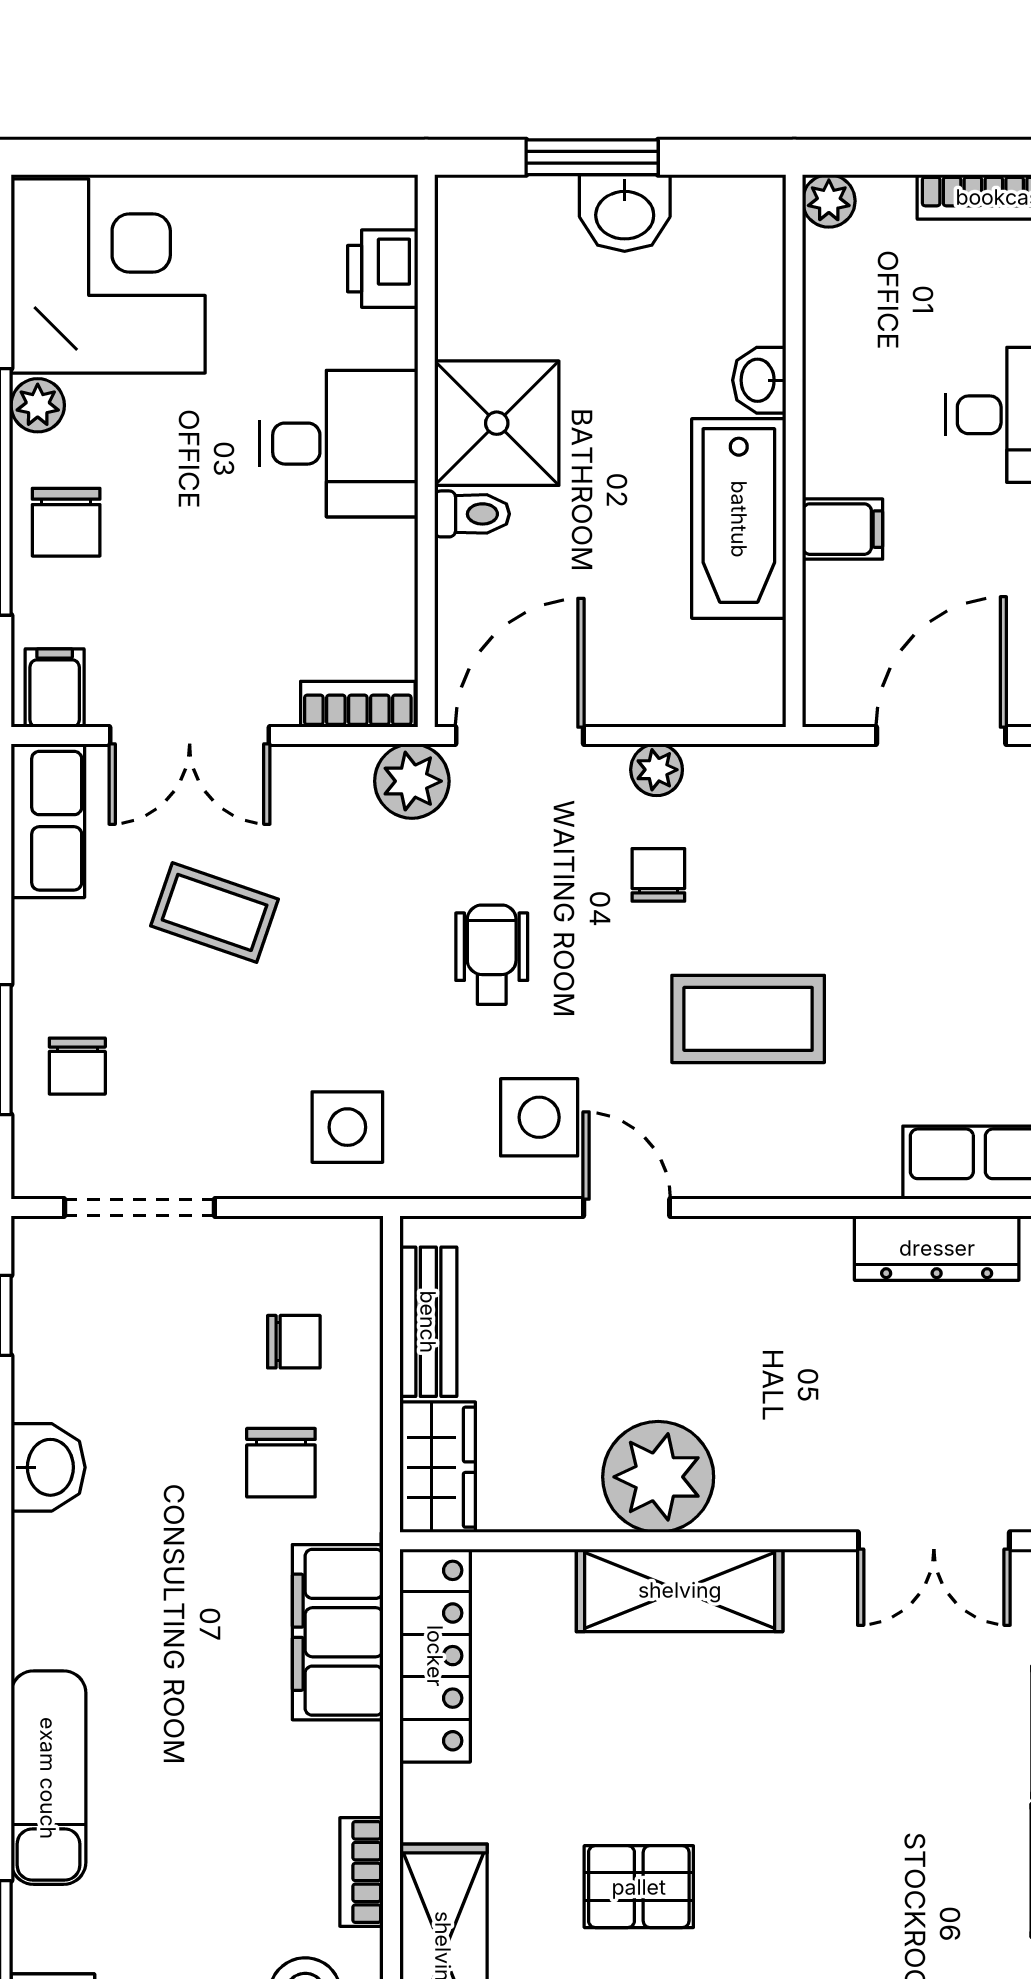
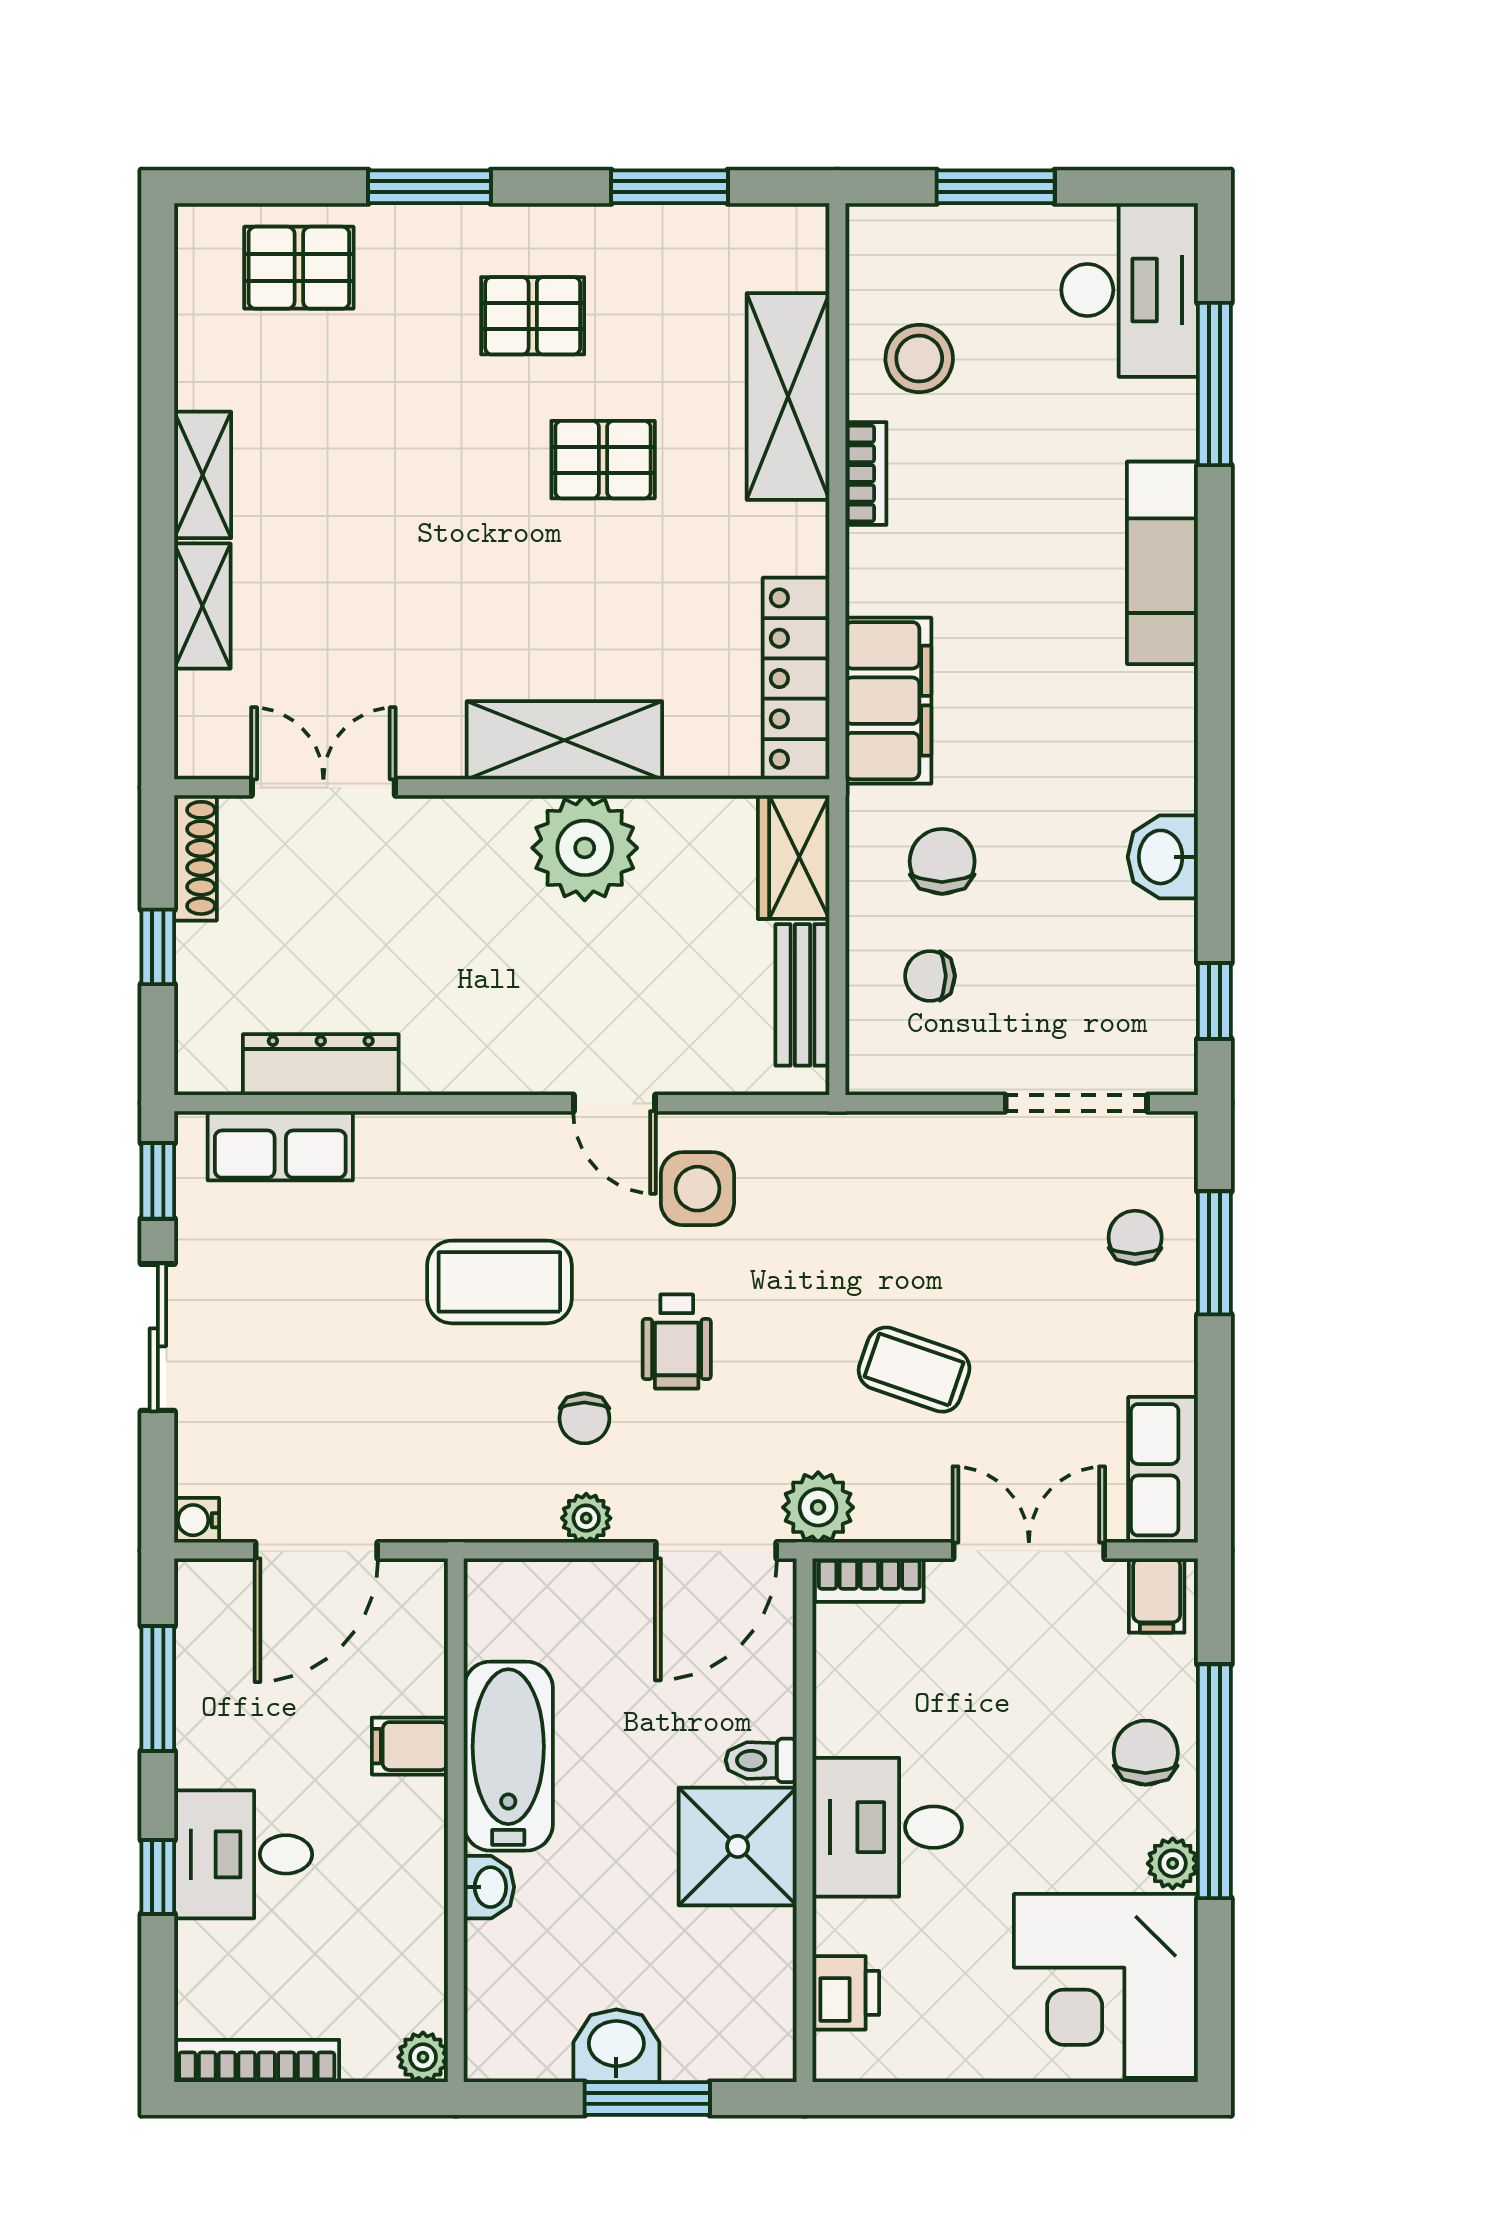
coffee table: (215, 912) -> (914, 1370), moved
wheelchair: (492, 955) -> (677, 1341), moved
side table: (347, 1127) -> (879, 1179), removed

